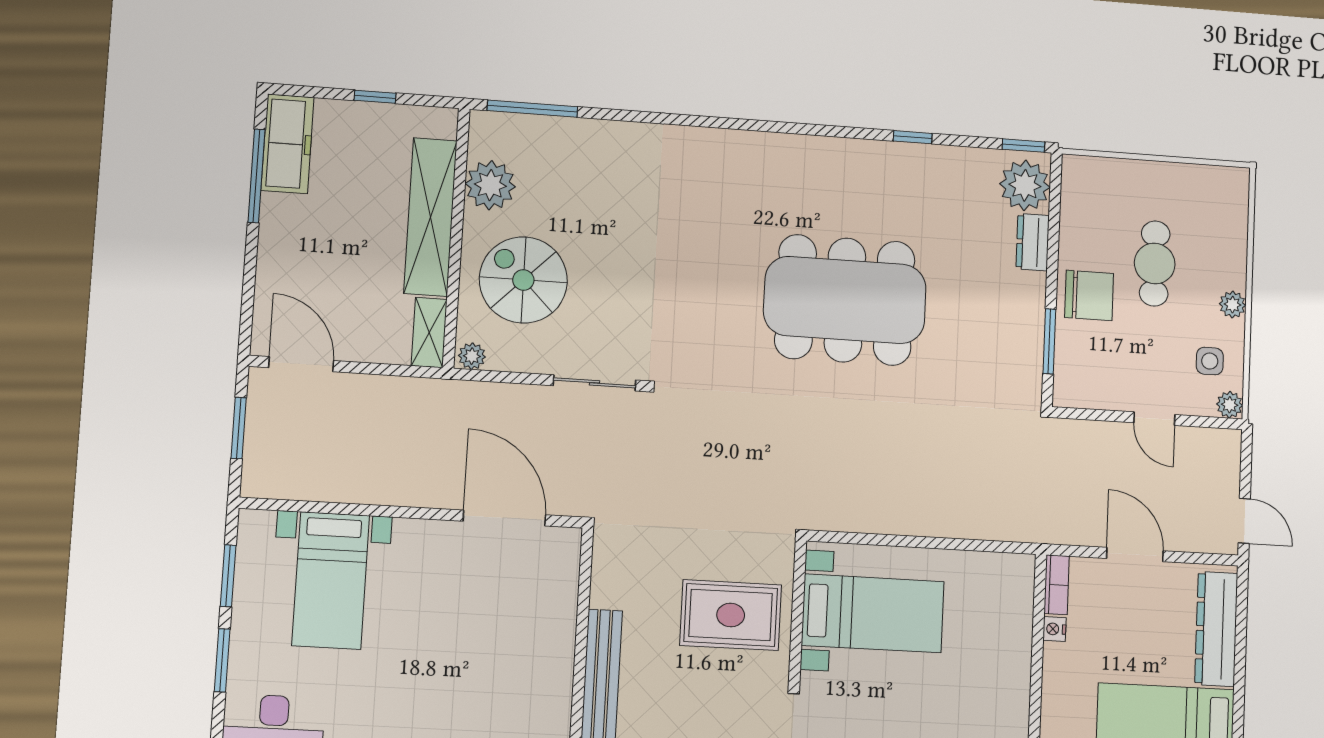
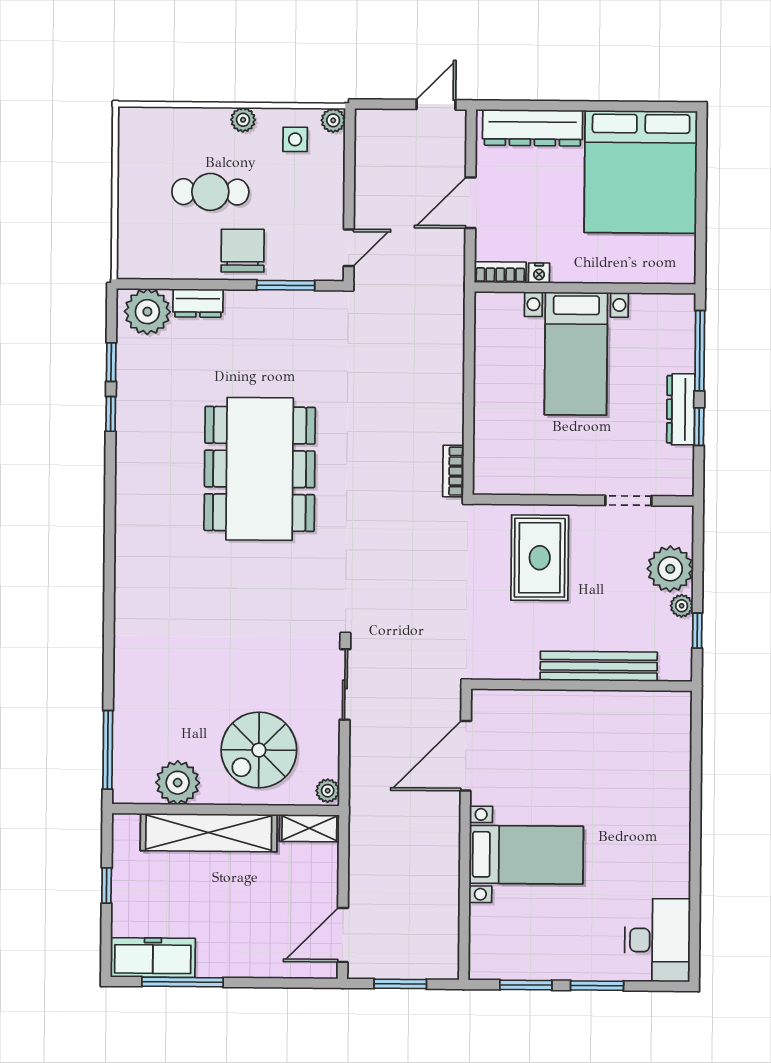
window: (1023, 146) -> (111, 362), moved
door: (1154, 419) -> (349, 248), moved
bookcase: (834, 520) -> (453, 471), added
bed with nightstands: (331, 581) -> (526, 855), moved
bed with nightstands: (873, 613) -> (576, 354), moved, turned 180

